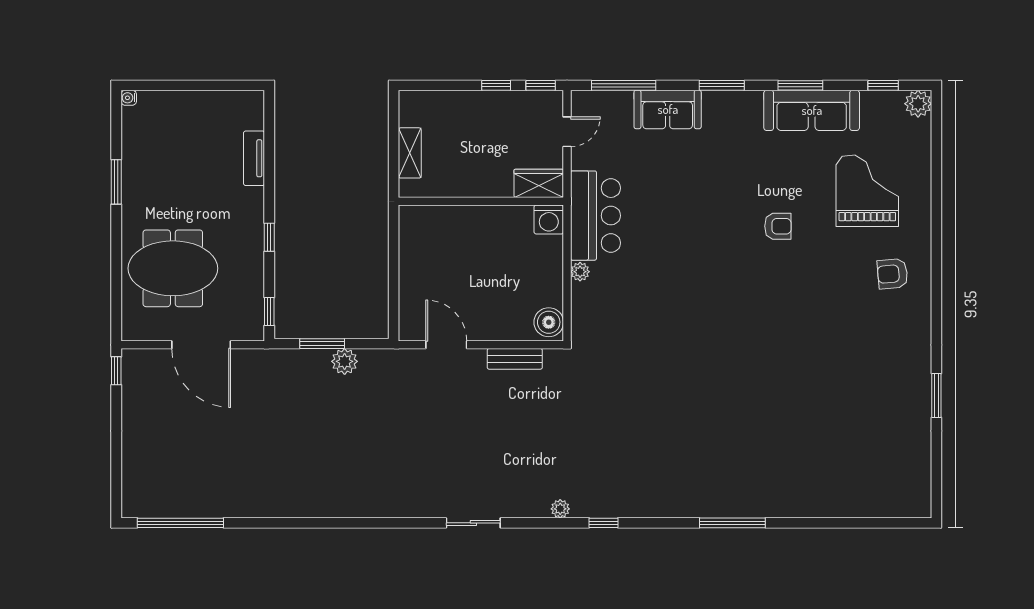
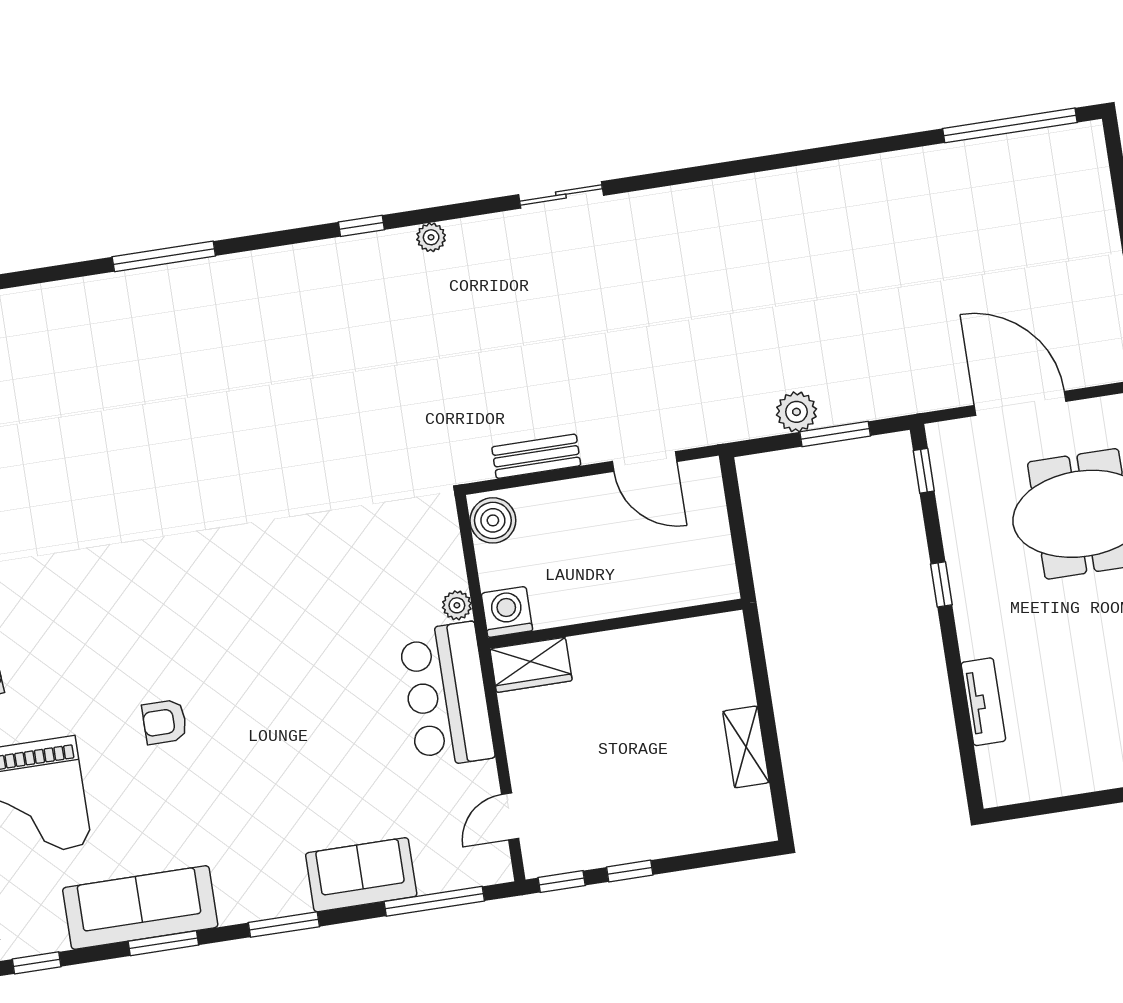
wardrobe: (539, 183) -> (531, 665), moved
wall: (481, 201) -> (615, 624), moved
washing machine: (549, 219) -> (507, 612), moved

